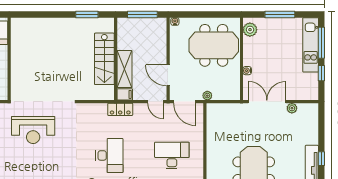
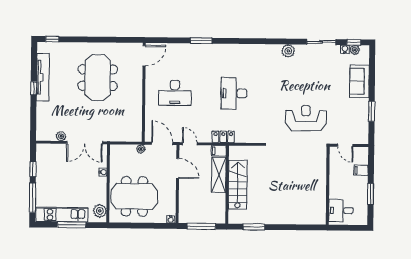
kitchen unit: (311, 45) -> (62, 215), moved, turned -90

